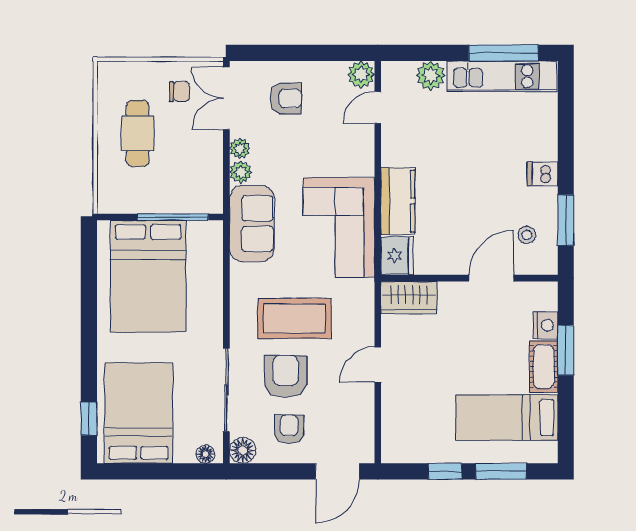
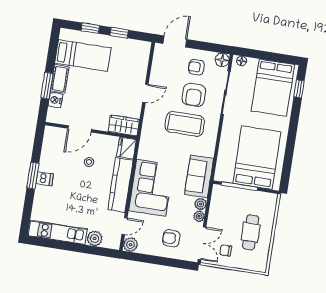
window: (504, 53) -> (55, 244), removed
kitchen counter: (398, 201) -> (120, 185), width x1.50
window: (566, 220) -> (33, 176), moved
corner sofa: (339, 227) -> (151, 188), moved
stool: (527, 235) -> (89, 162), moved
armchair: (289, 429) -> (196, 67), turned 90
window: (501, 471) -> (90, 28), width x0.67

